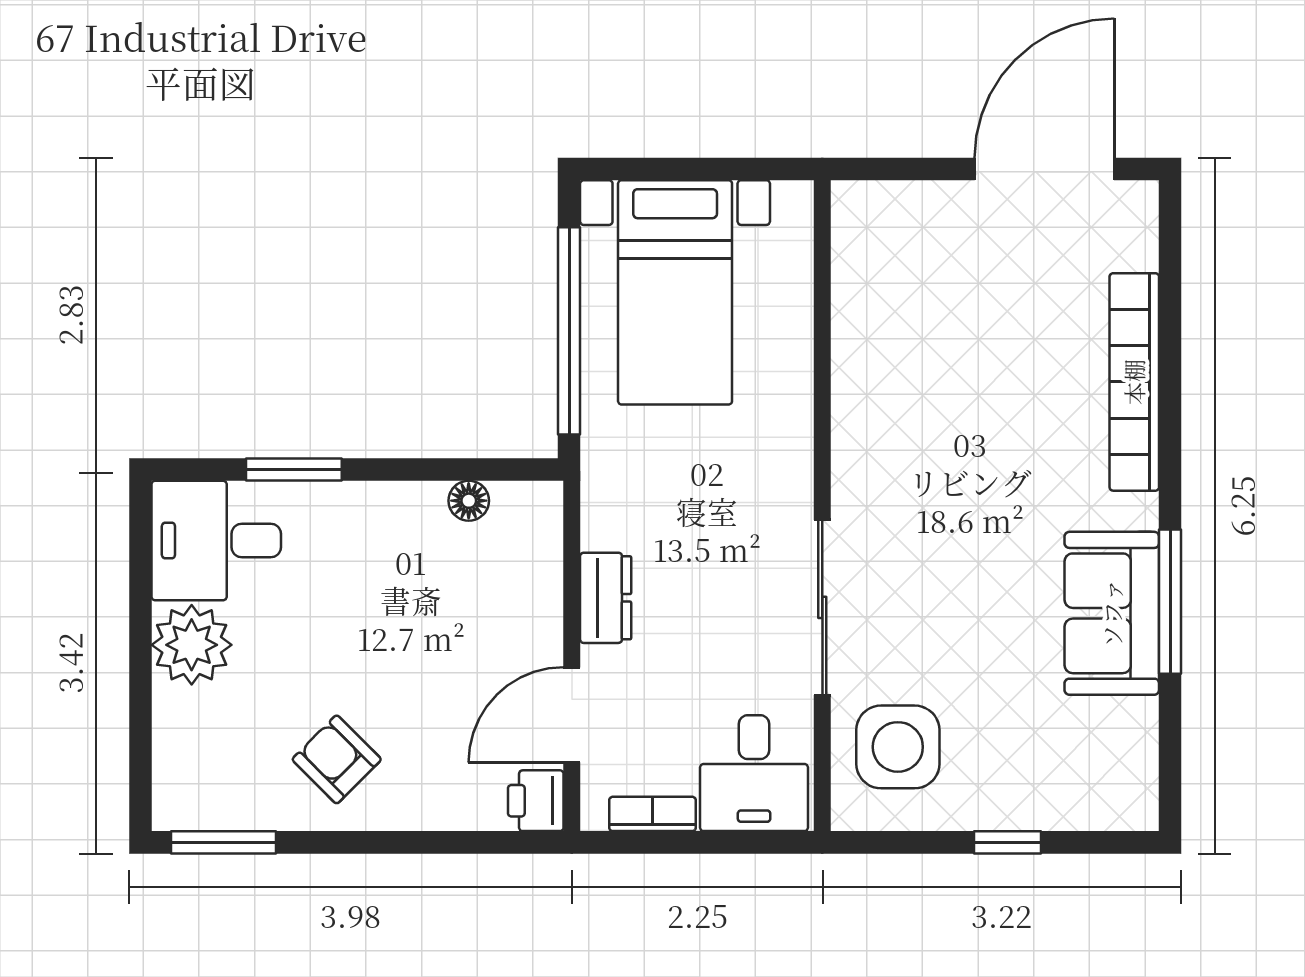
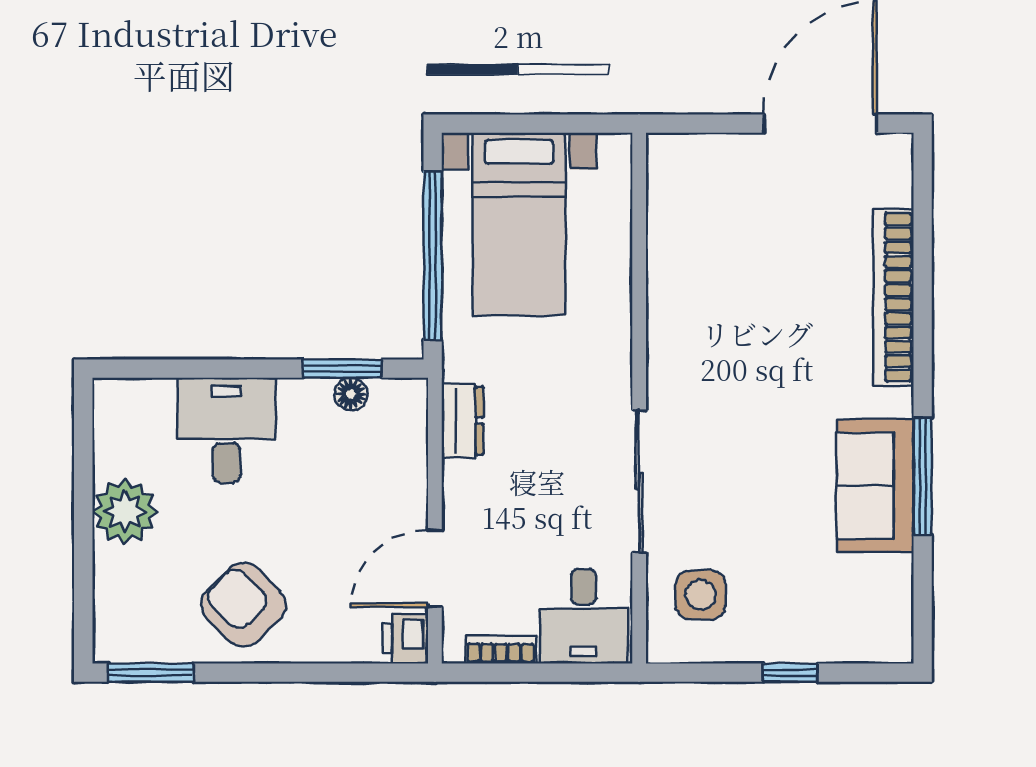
window: (294, 469) -> (342, 369), moved
desk: (216, 541) -> (226, 430), moved, turned 90
dresser: (606, 598) -> (462, 421), moved
side table: (898, 747) -> (701, 595), width x0.73, depth x0.73
armchair: (337, 759) -> (243, 605), width x1.38, depth x1.38

